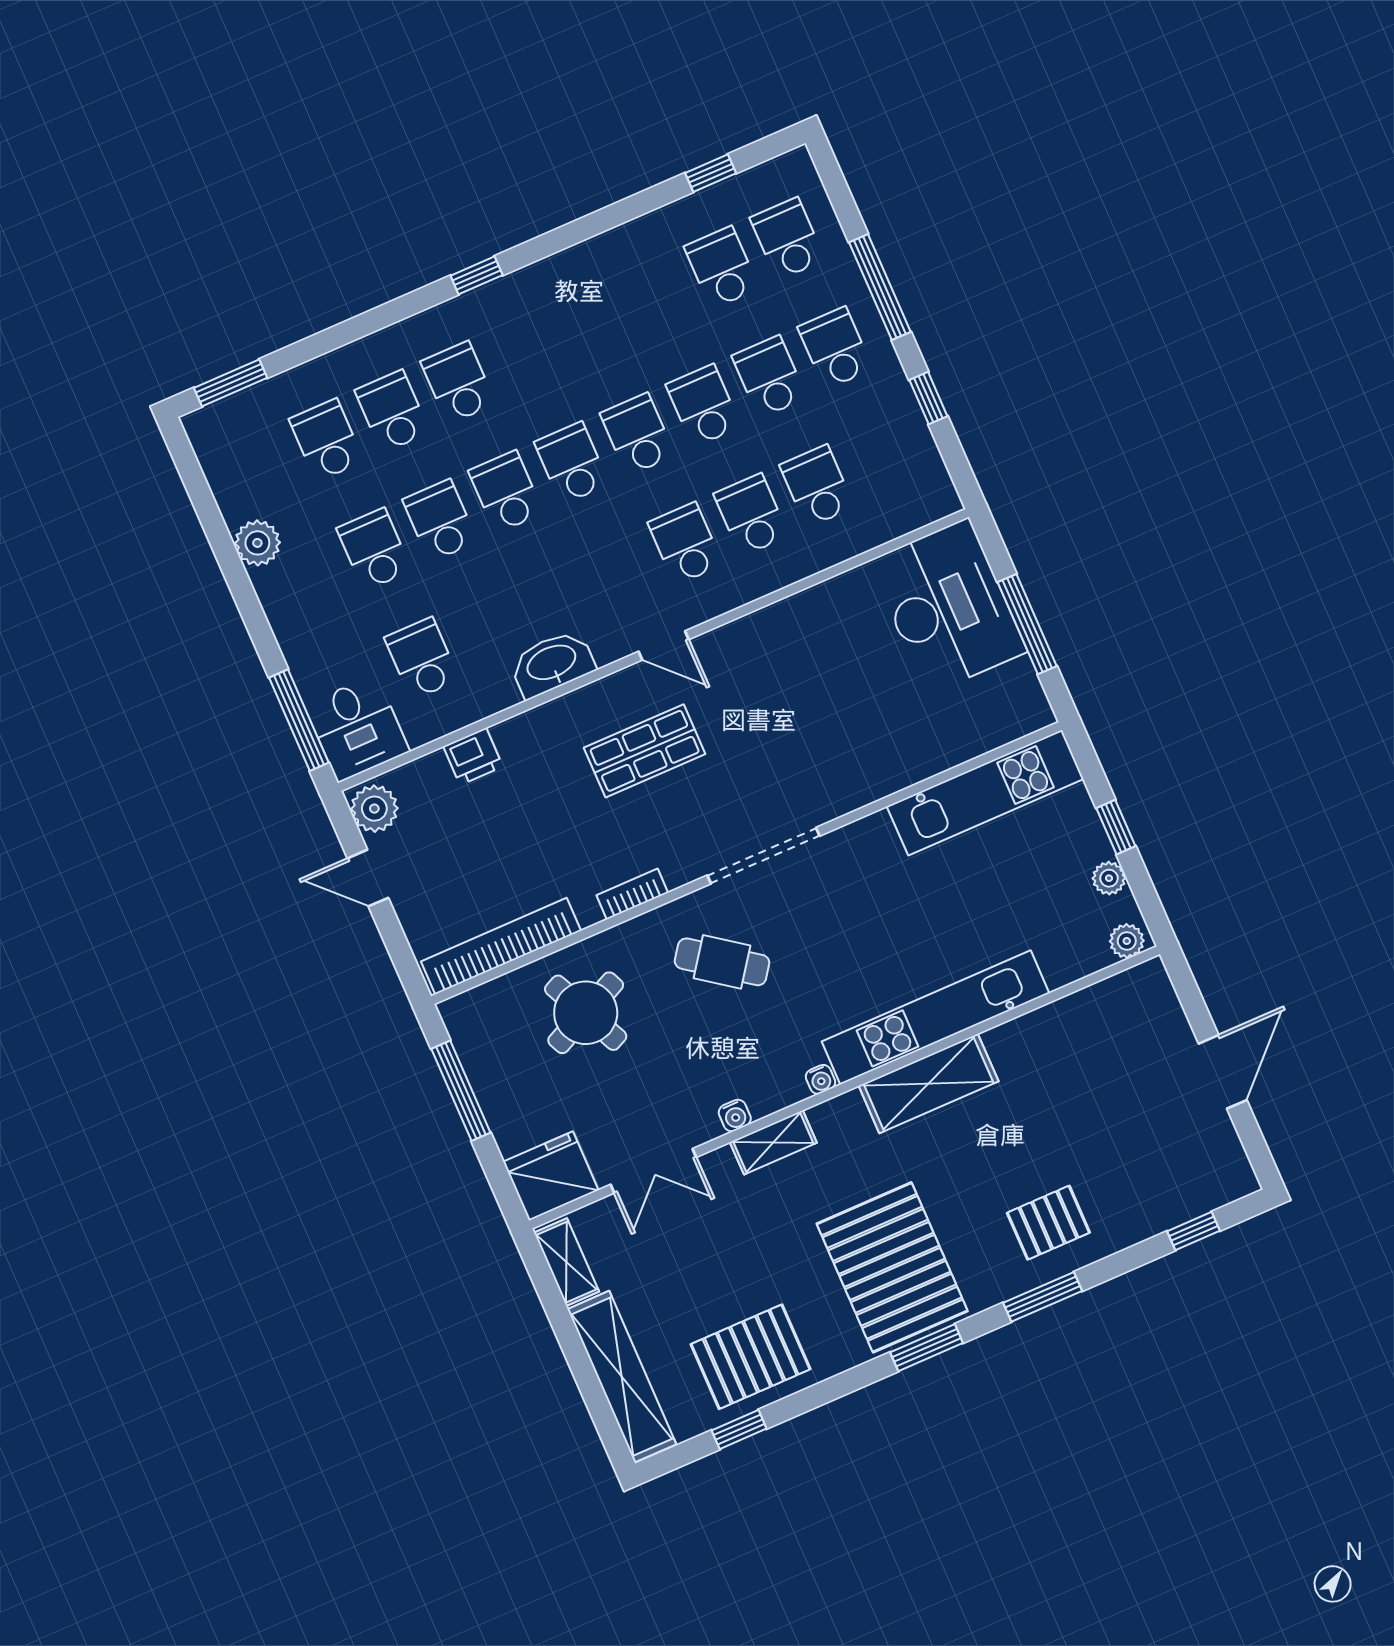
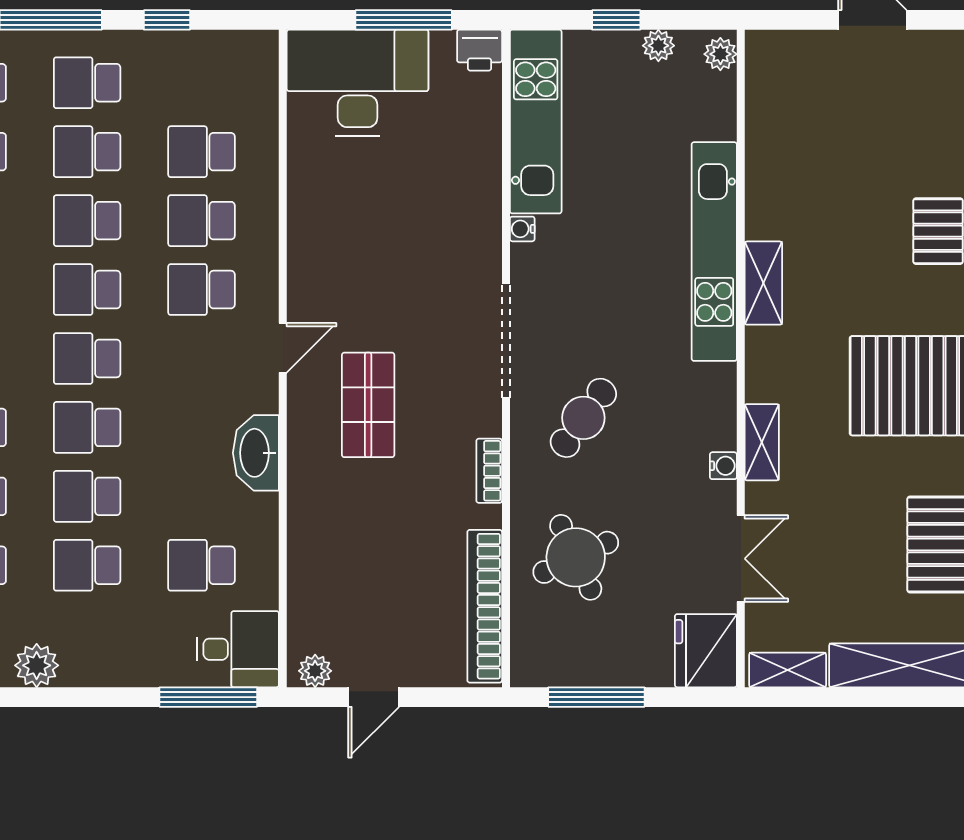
printer: (473, 756) -> (480, 50), moved, turned 90
plant: (374, 809) -> (315, 671), width x0.73, depth x0.73
water cooler: (821, 1079) -> (522, 229), moved, turned 180
shelving: (929, 1083) -> (763, 283), width x0.67, depth x0.75

